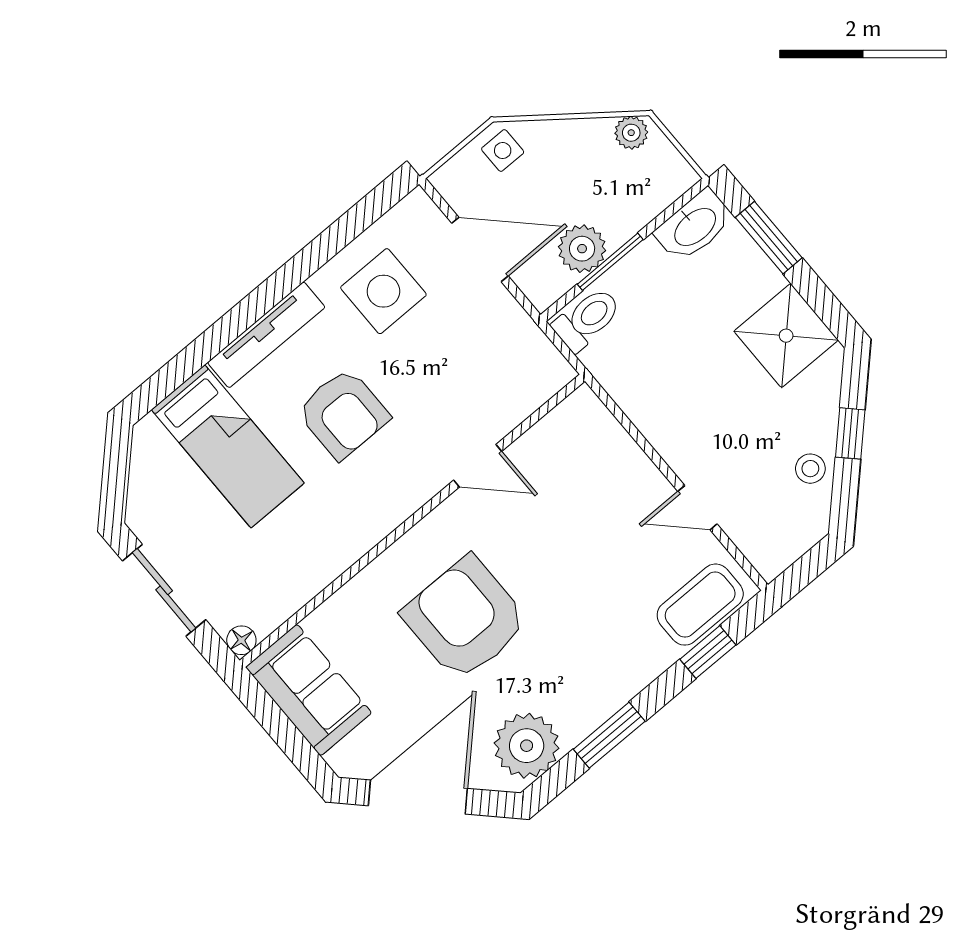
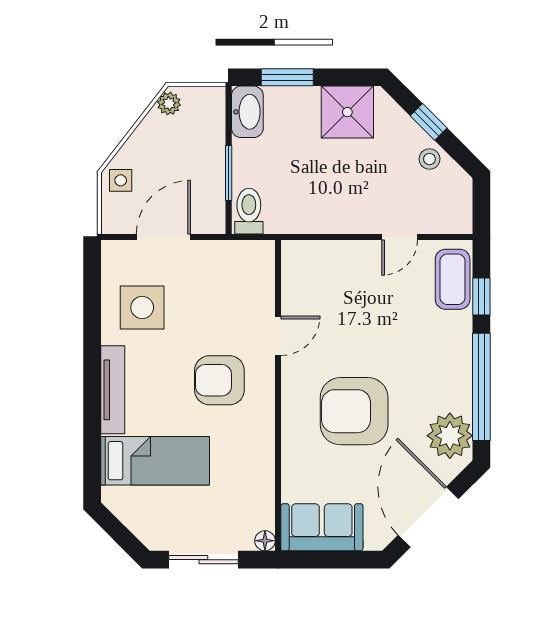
plant: (582, 249) -> (209, 182), removed
armchair: (343, 414) -> (219, 380), moved, turned 180
window: (609, 735) -> (481, 387), width x2.11

